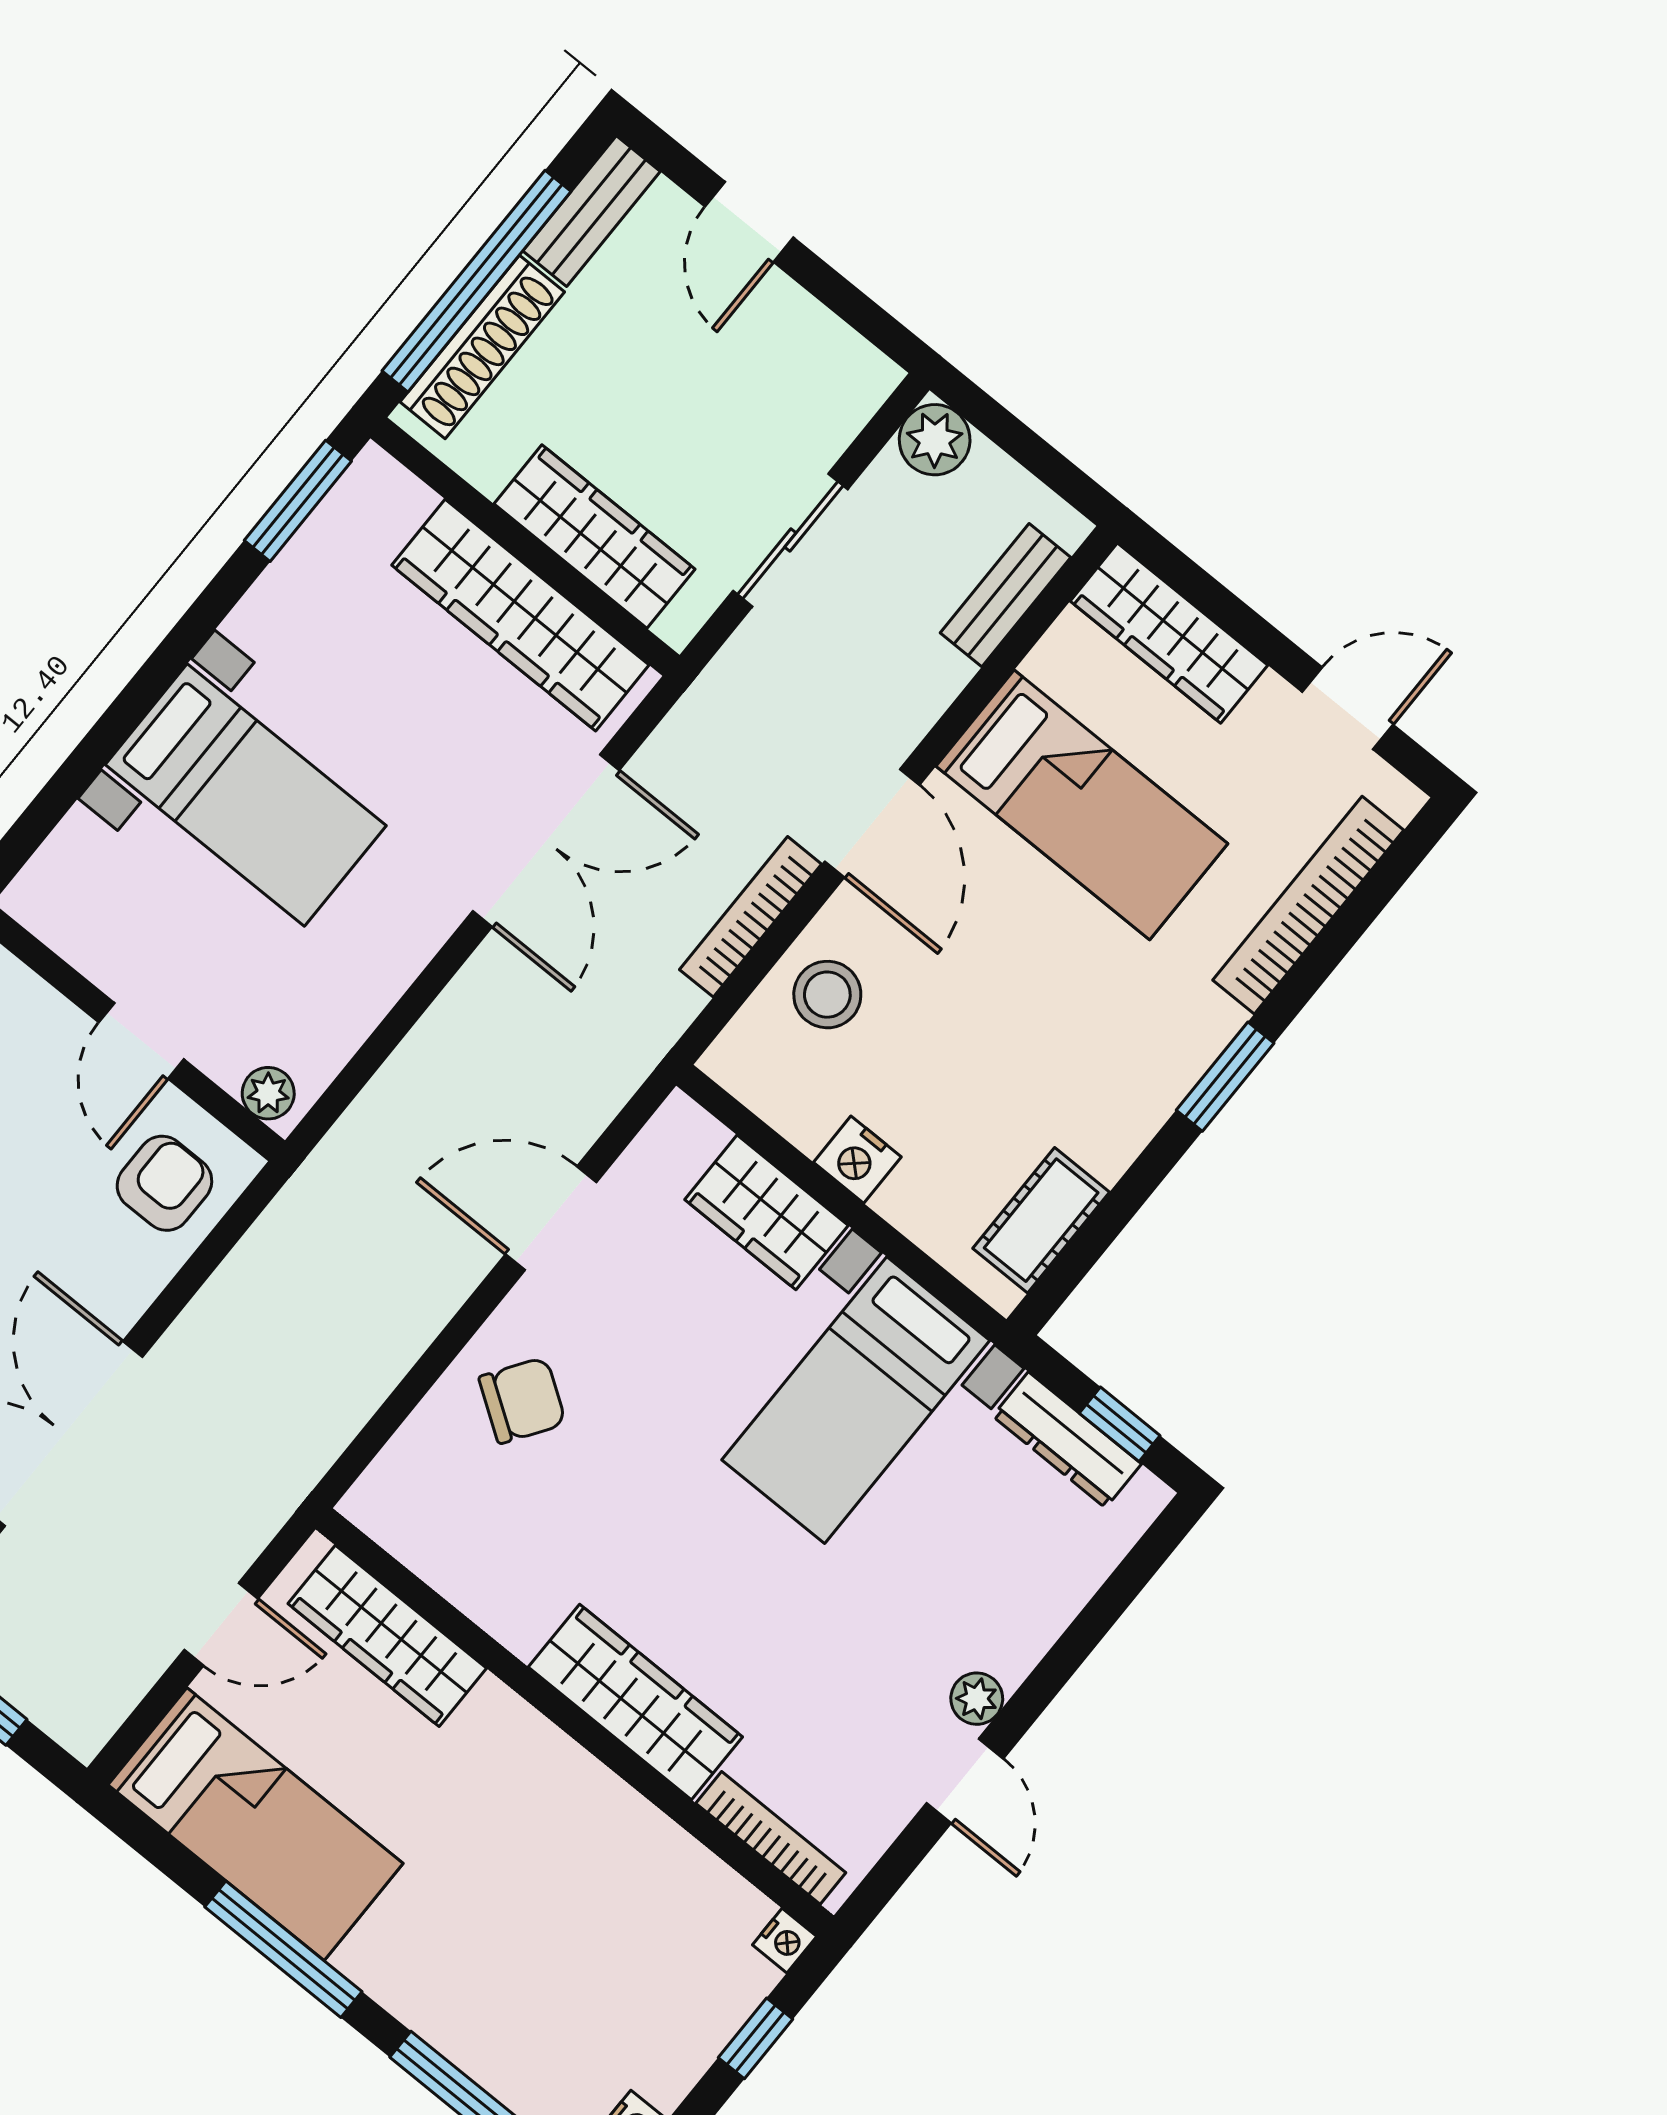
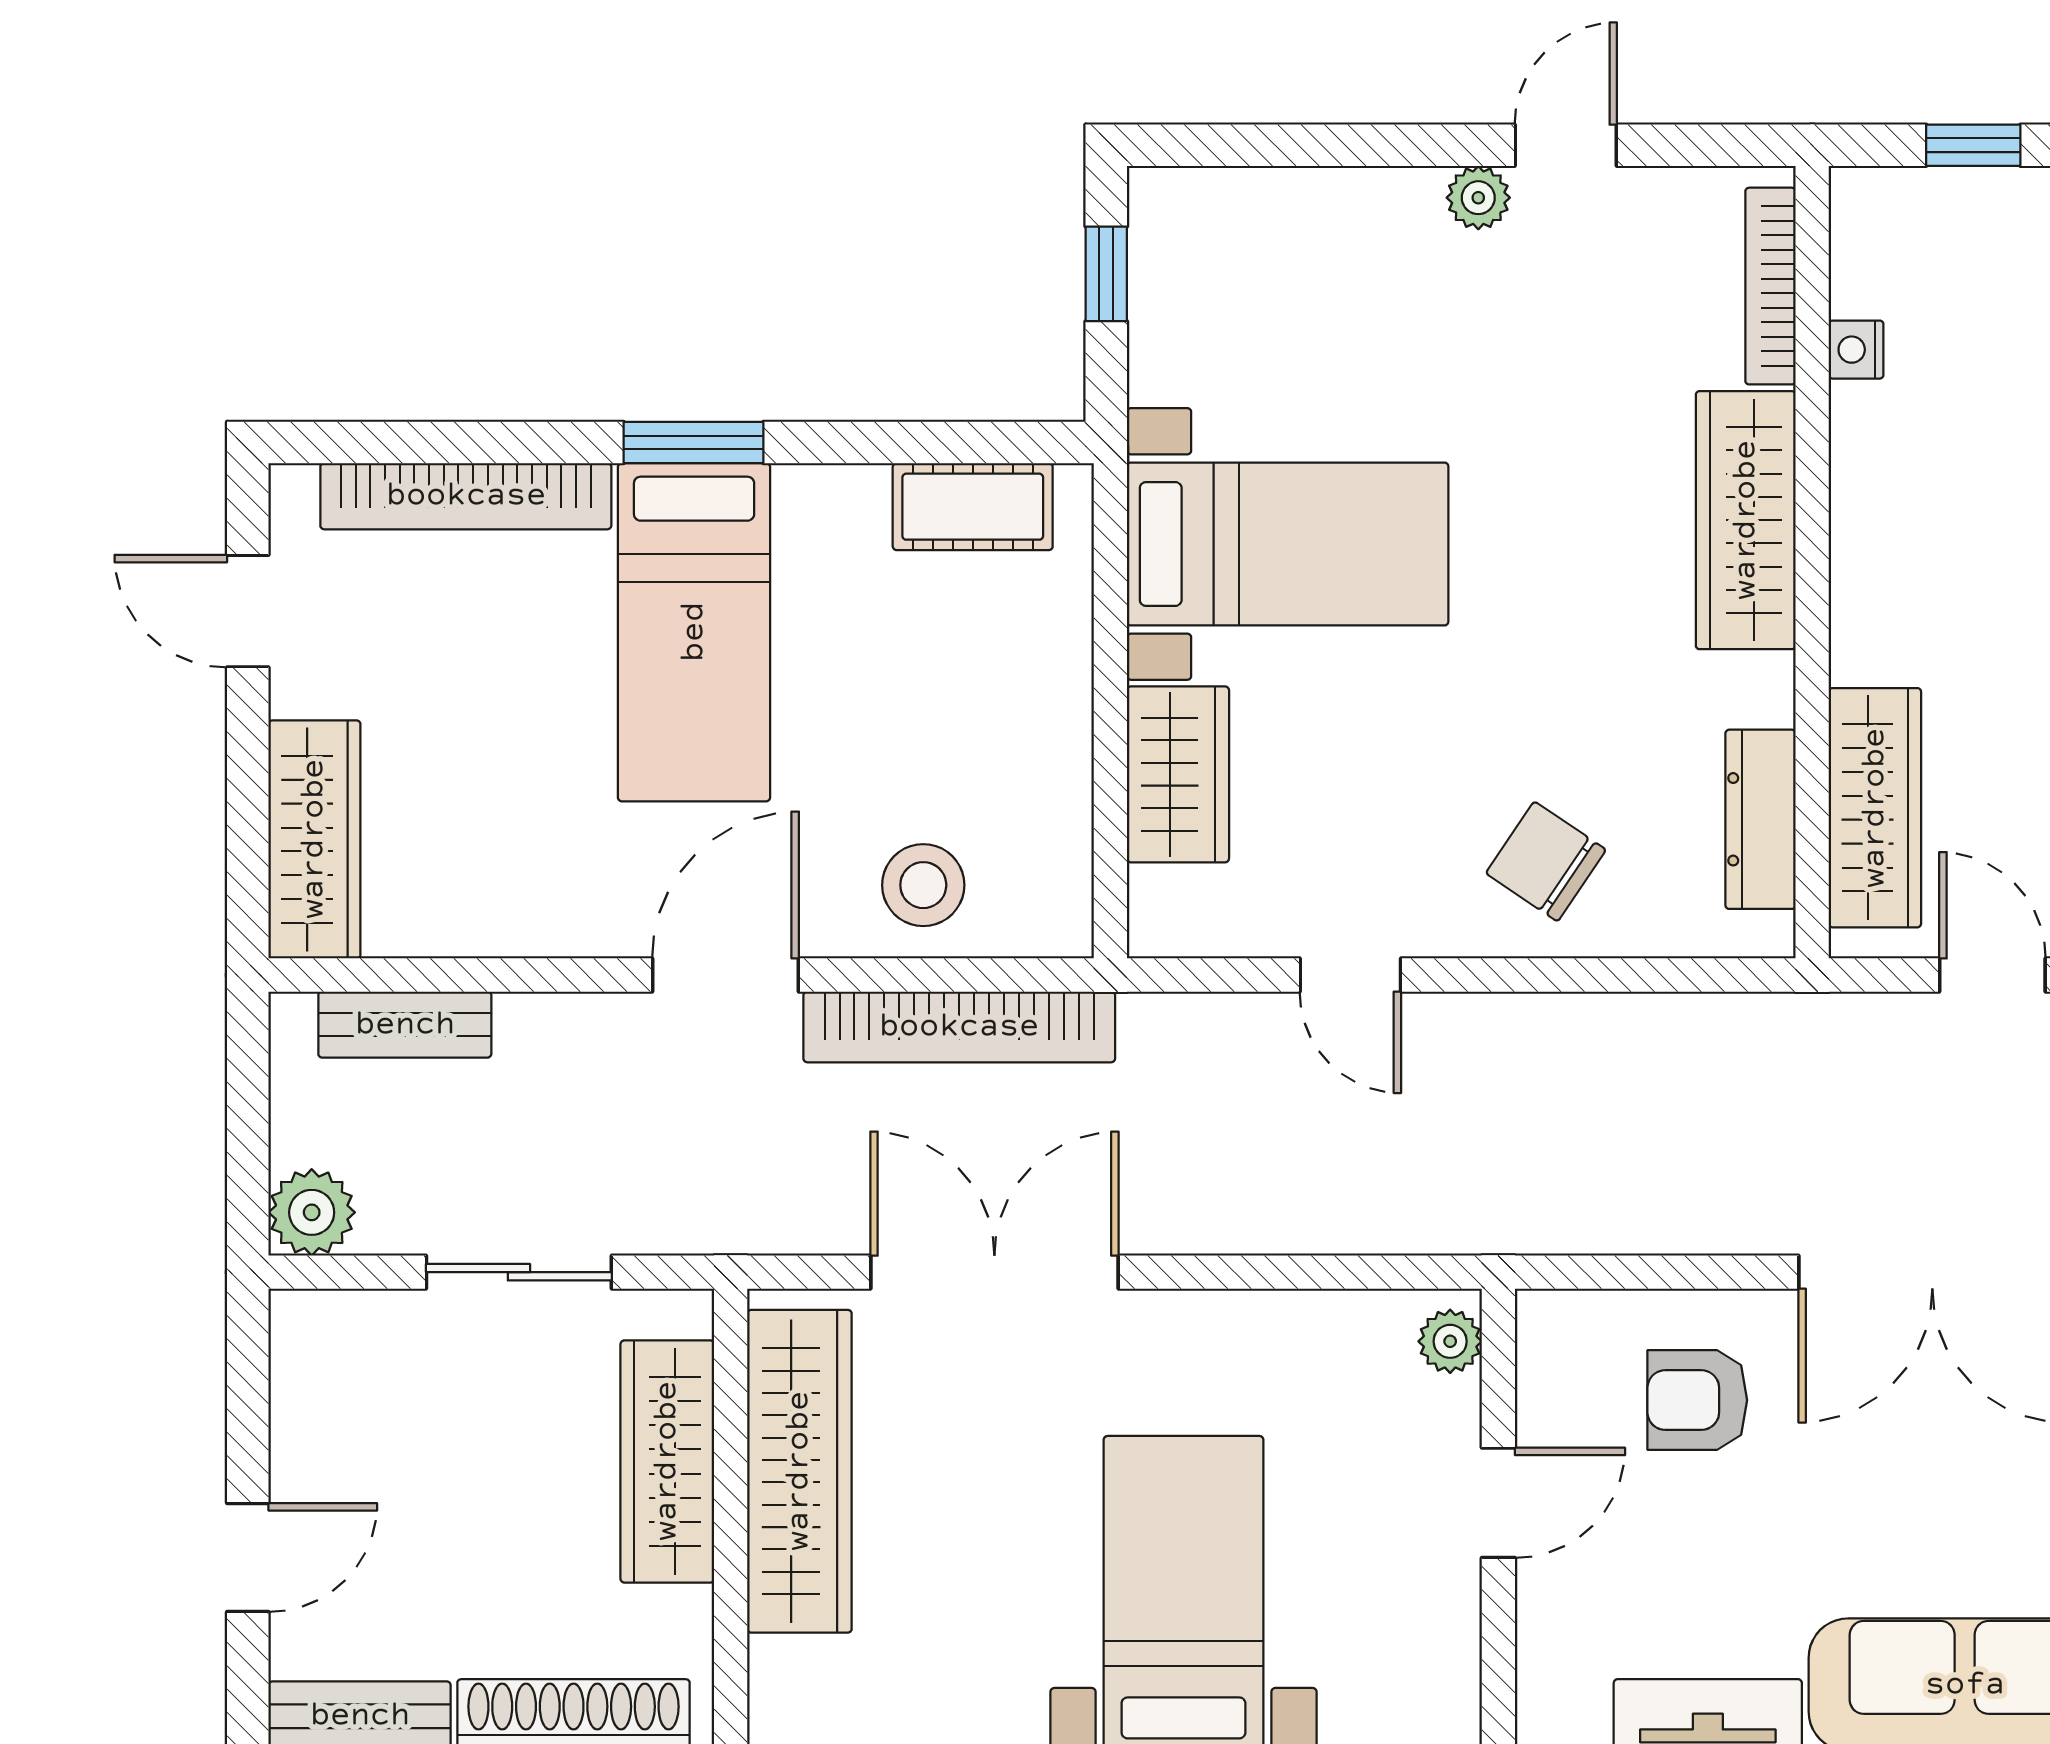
bed: (1082, 805) -> (694, 632), moved, turned 180
bookcase: (750, 917) -> (959, 1027), width x1.48, depth x1.31
nightstand: (857, 1160) -> (1057, 729), removed
armchair: (164, 1183) -> (1697, 1400), moved
door: (551, 1218) -> (1350, 975), width x0.73
dresser: (1067, 1440) -> (1761, 819), moved, turned 180
nightstand: (785, 1941) -> (1856, 350), moved, turned -90

